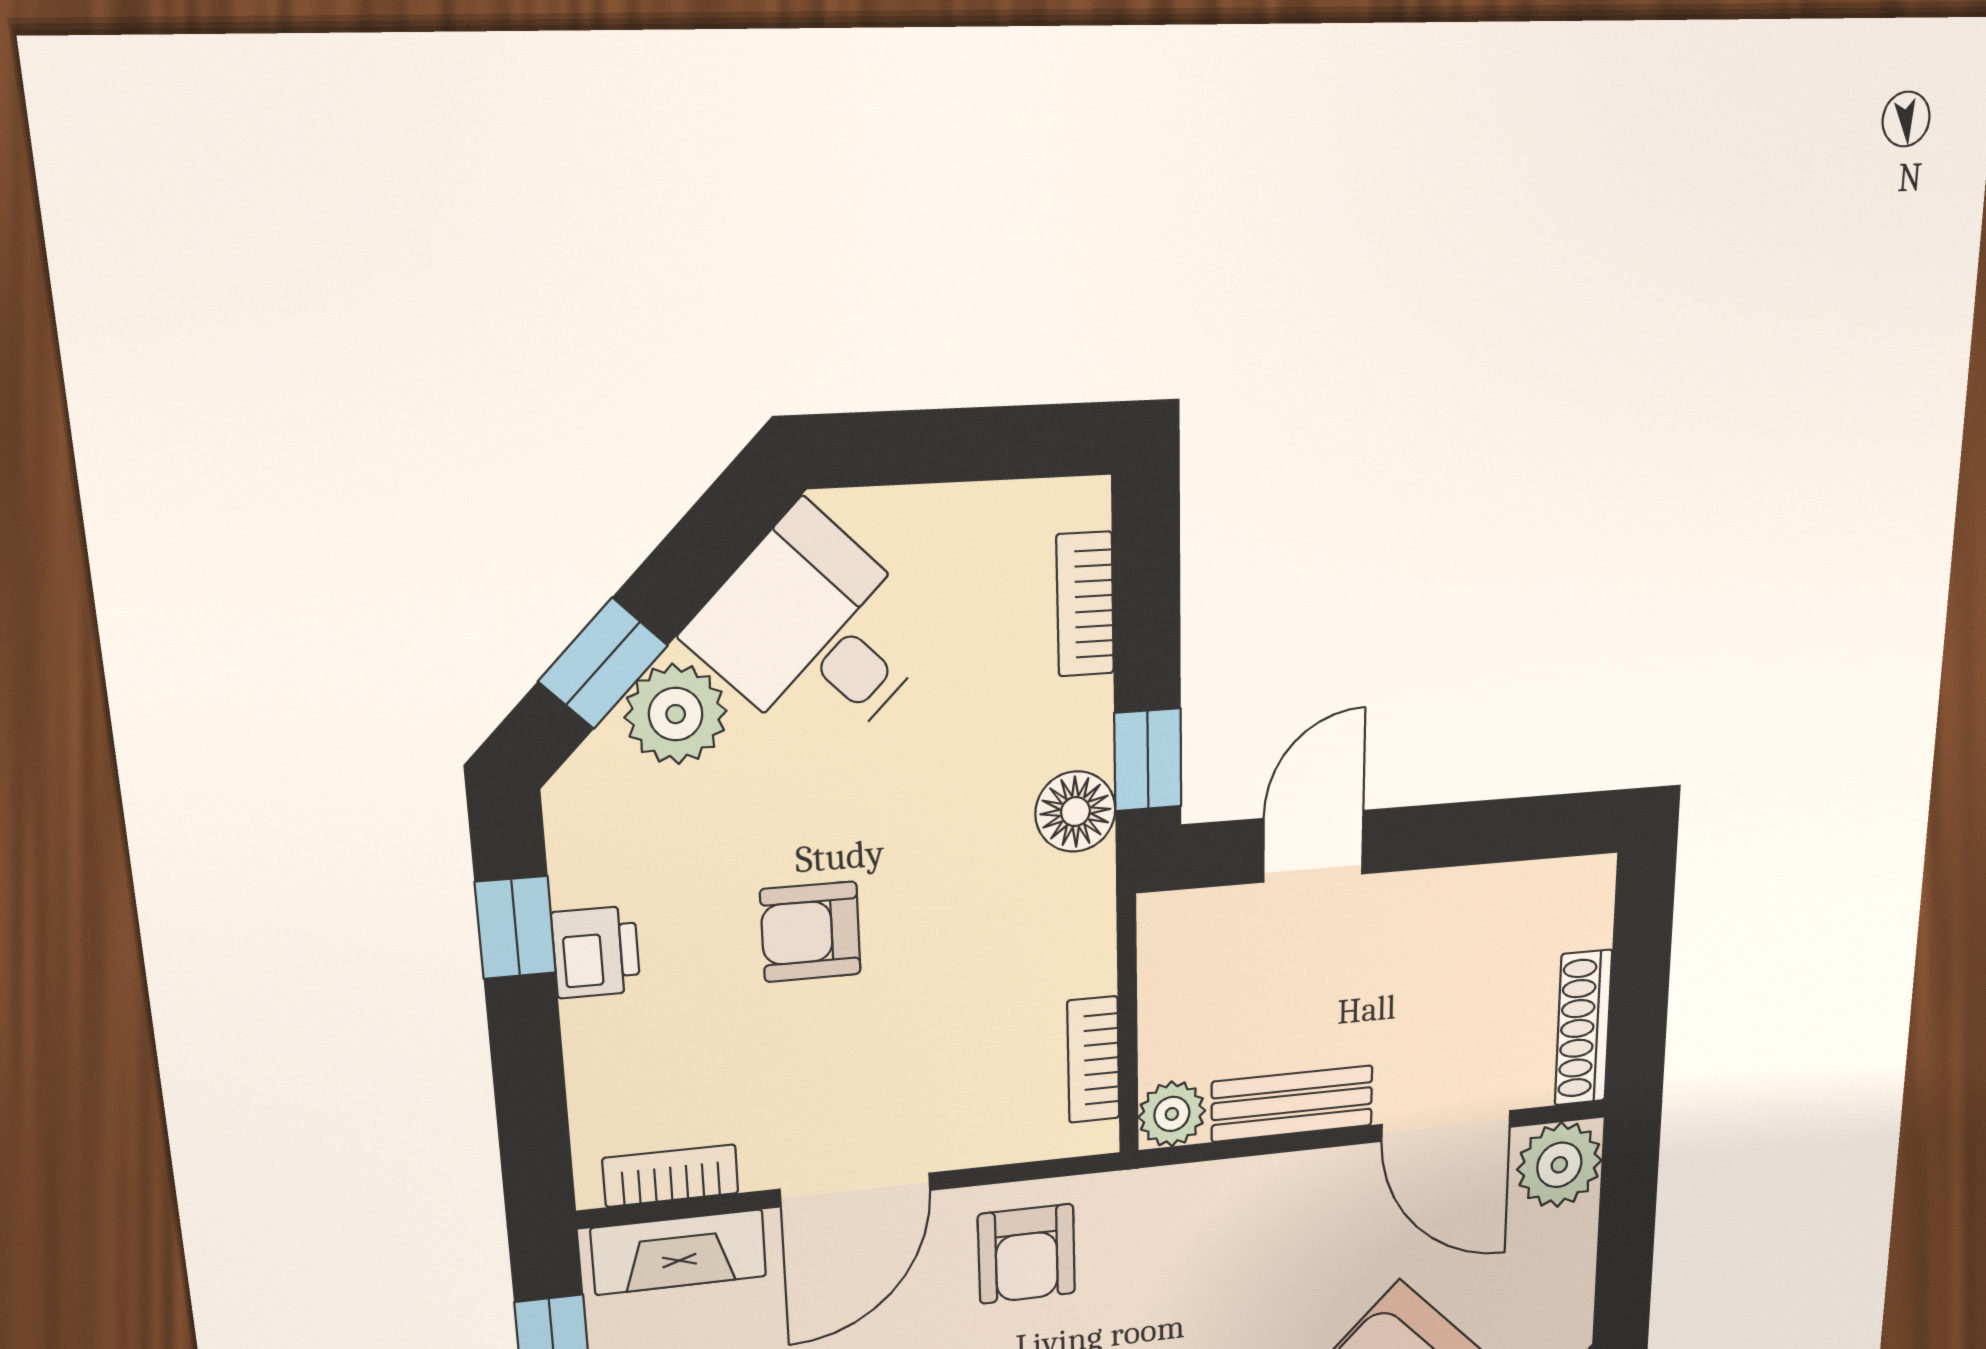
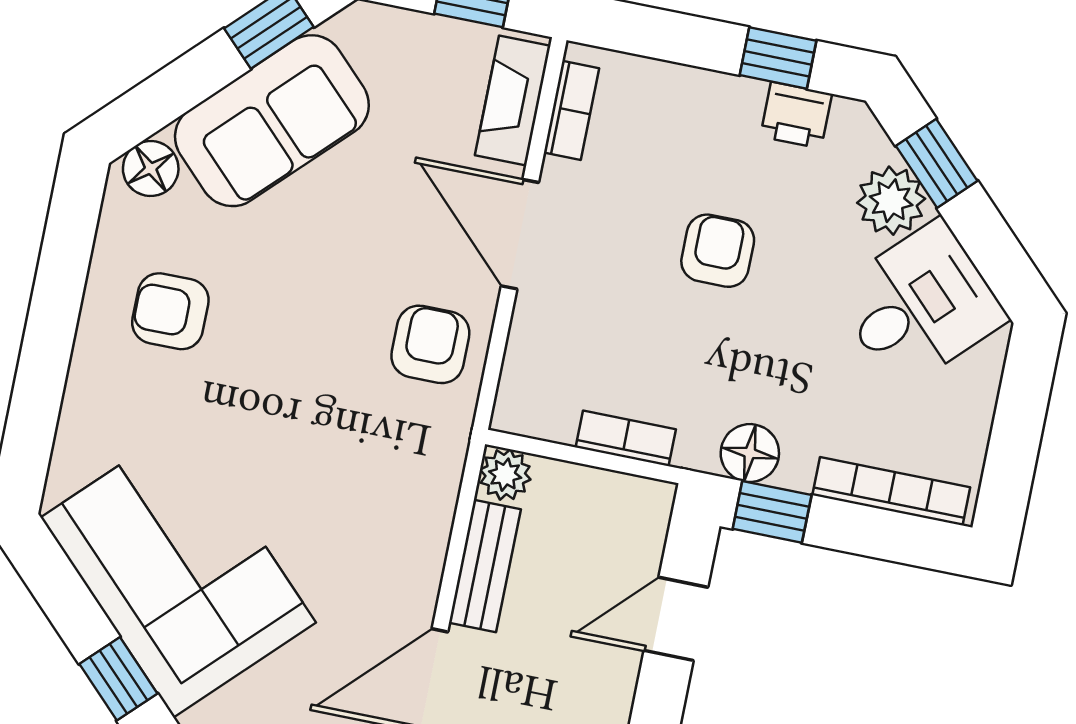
bookcase: (1085, 604) -> (891, 491), width x1.56
door: (1313, 846) -> (676, 619), swing flipped
printer: (596, 952) -> (796, 115), moved
bookcase: (1093, 1060) -> (626, 438), moved
armchair: (1027, 1254) -> (430, 344), turned 90

